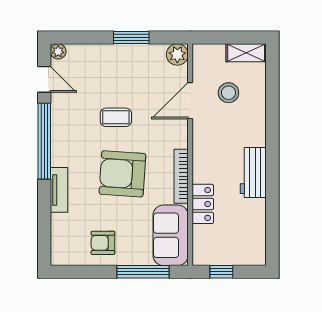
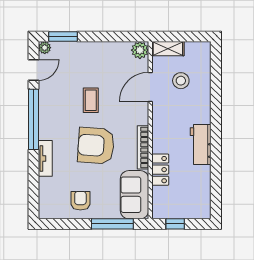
window: (131, 37) -> (63, 37), moved
shelving: (246, 53) -> (168, 49), moved
door: (44, 79) -> (34, 70), hinge flipped
coffee table: (116, 117) -> (91, 100), turned 90
armchair: (103, 243) -> (80, 201), turned 90

